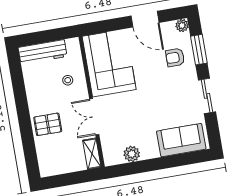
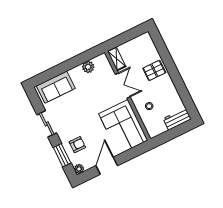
door: (145, 19) -> (107, 166), hinge flipped
workbench: (43, 52) -> (177, 119), width x0.73

